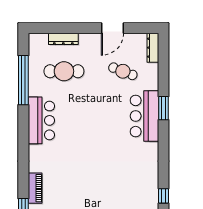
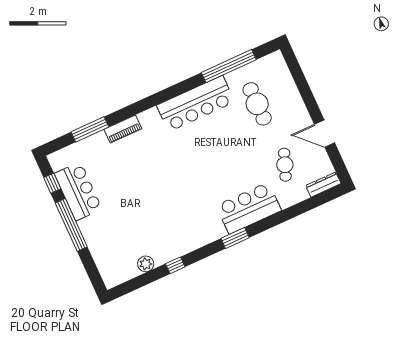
dresser: (63, 39) -> (290, 88), removed
window: (163, 108) -> (235, 238), moved
bar counter: (41, 120) -> (196, 104), width x1.36

